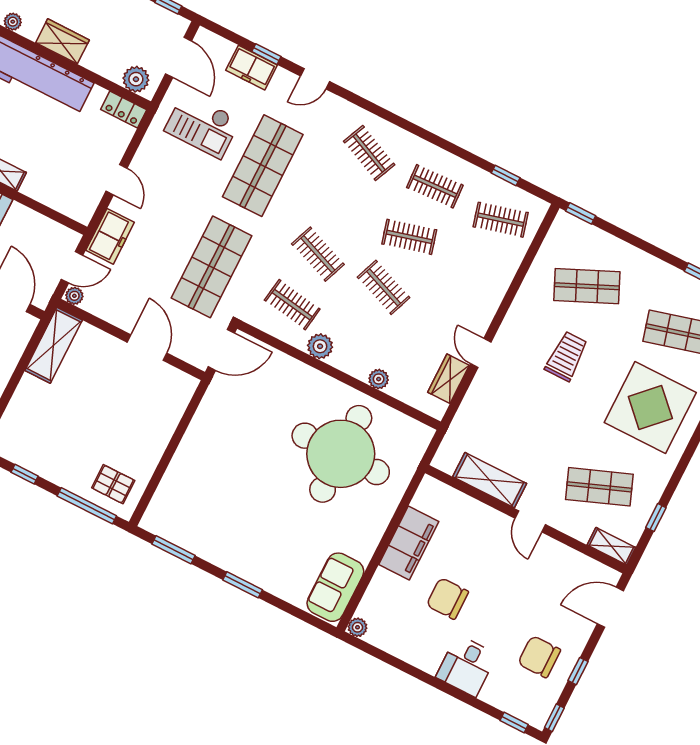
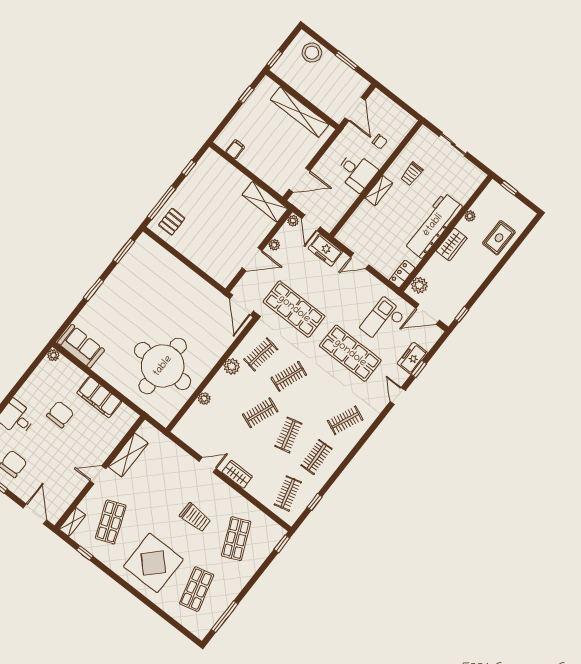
plant: (118, 318) -> (274, 245), added
wardrobe: (449, 379) -> (237, 474), moved

